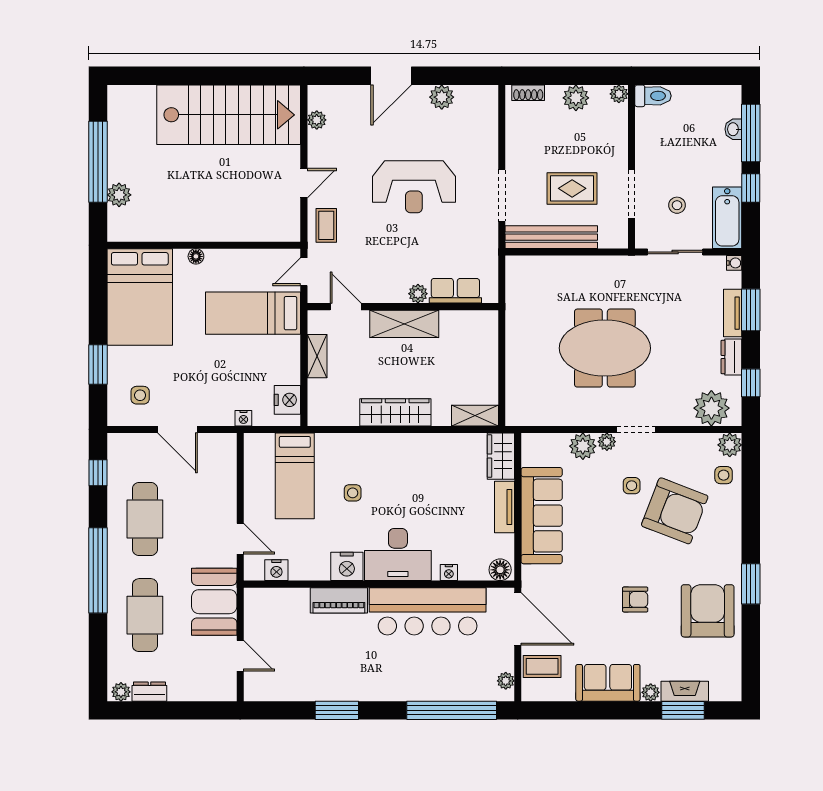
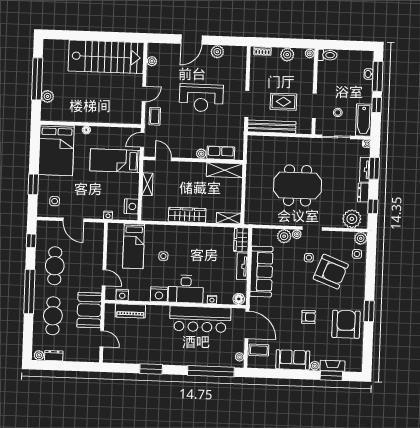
shelving: (404, 324) -> (225, 170), moved
piano: (339, 600) -> (130, 311), moved

